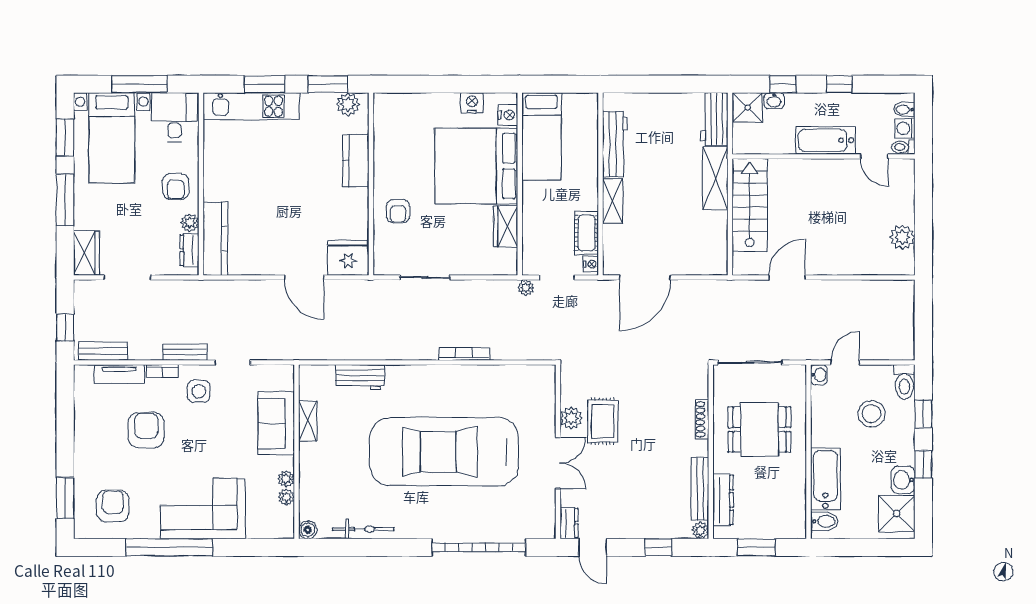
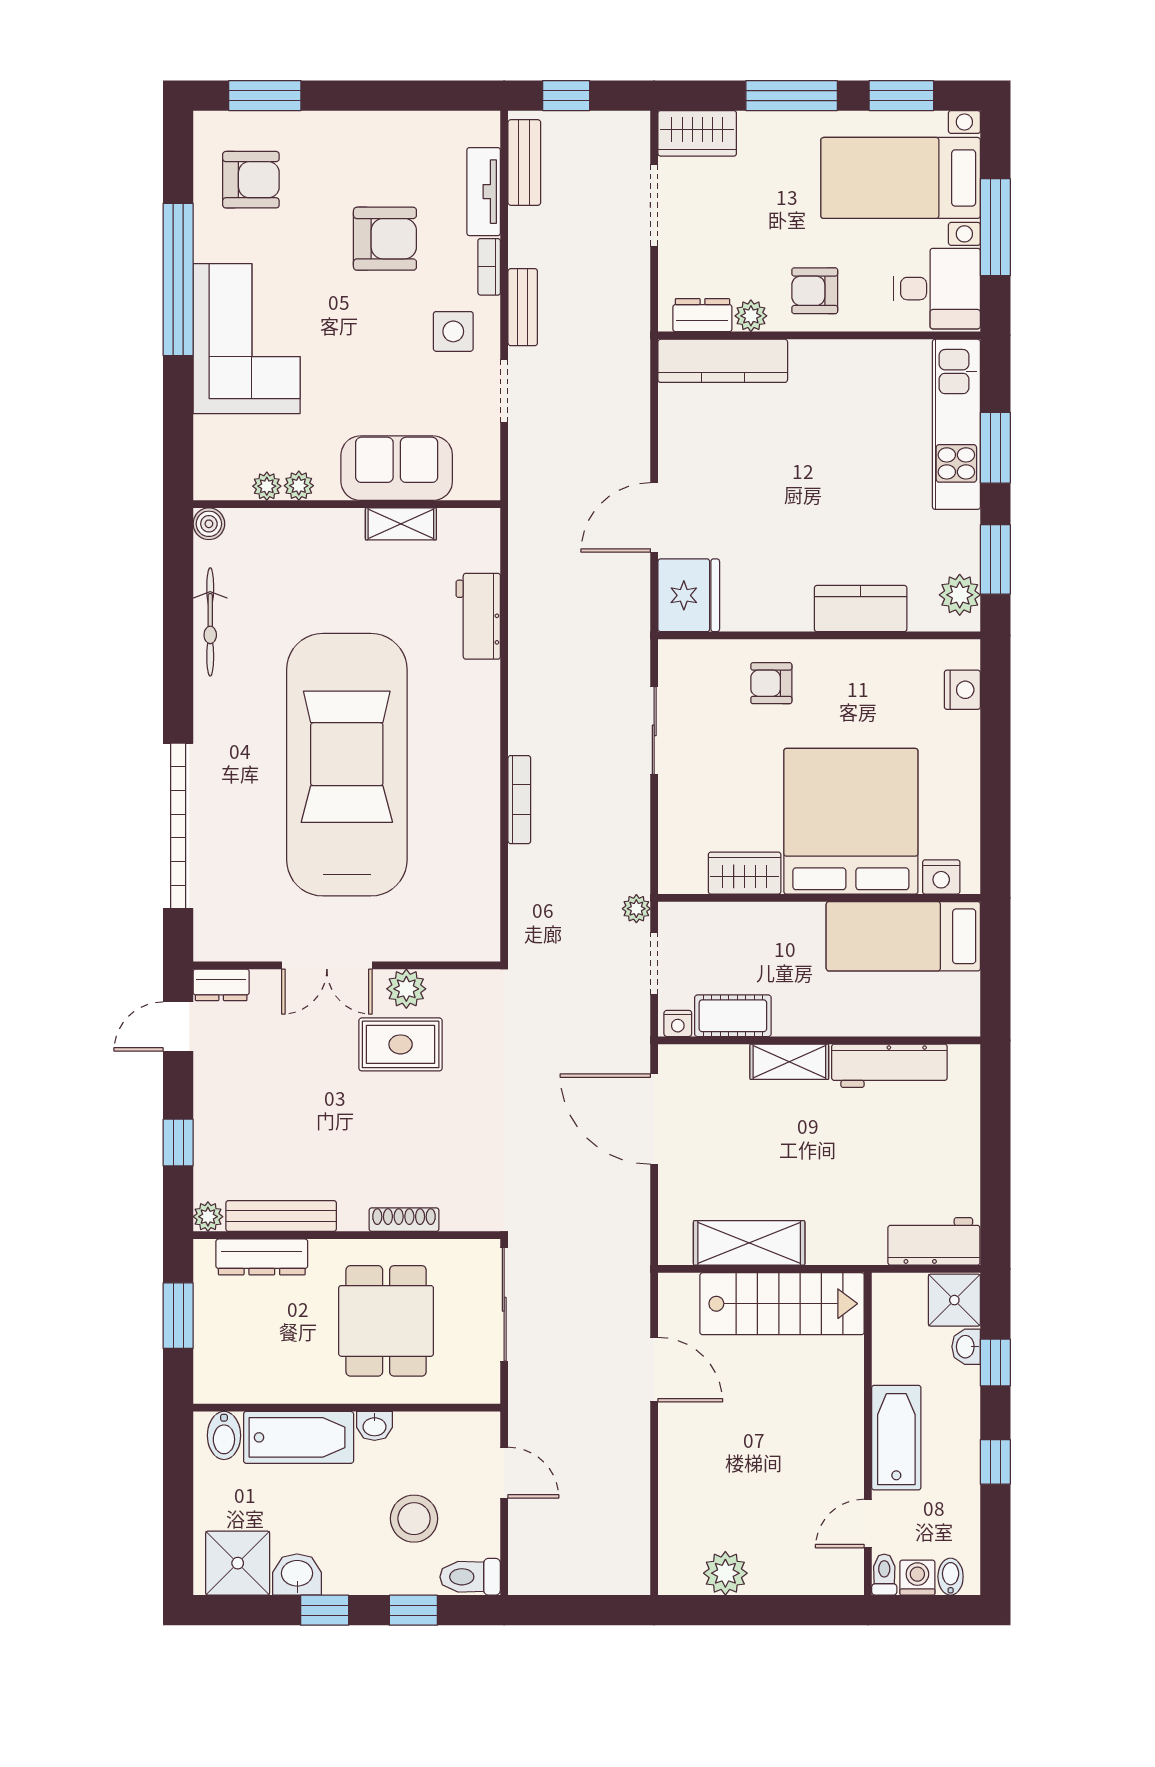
nightstand: (472, 103) -> (962, 690), moved
shelving: (715, 178) -> (749, 1243), moved
washbasin: (819, 375) -> (375, 1426), moved

